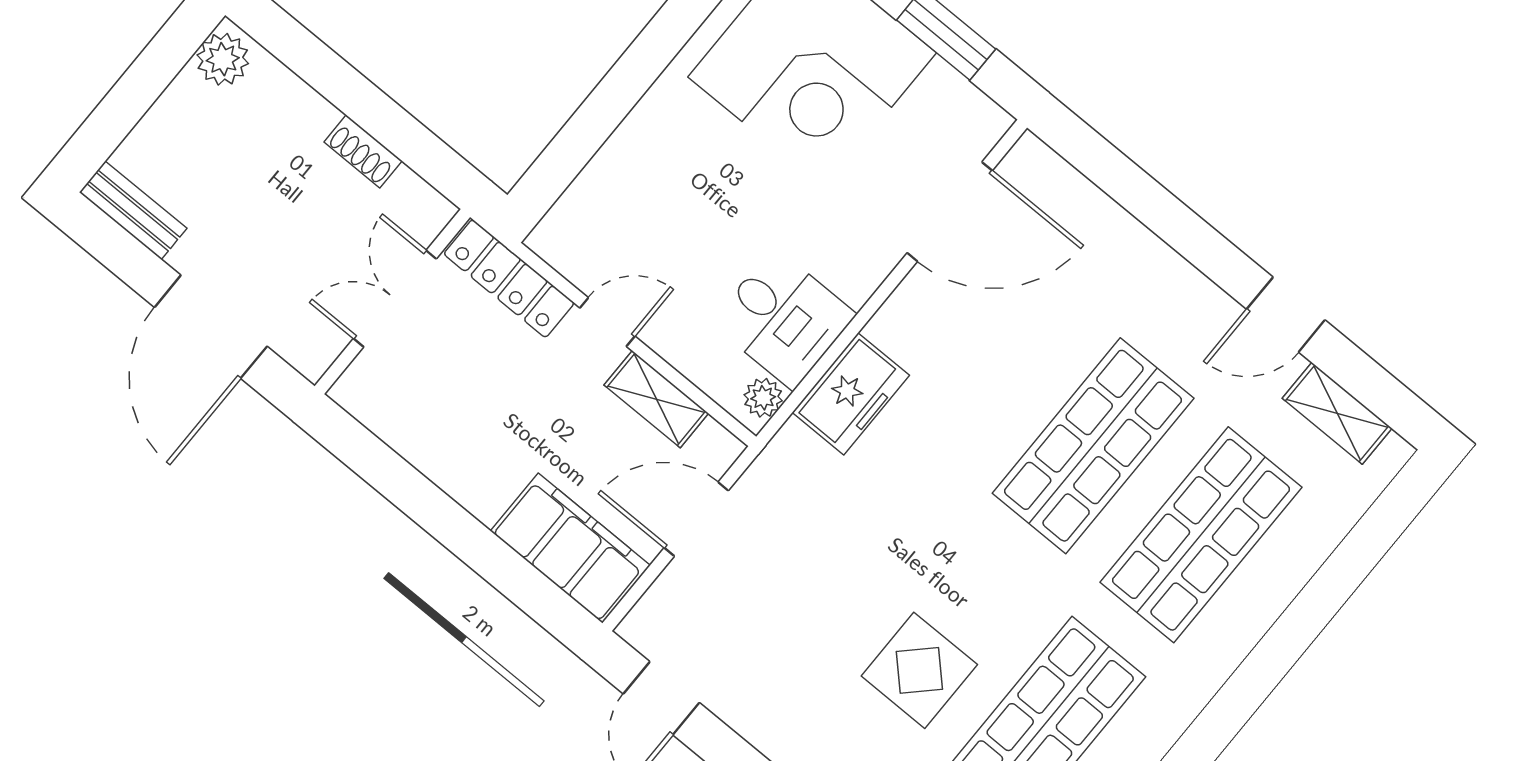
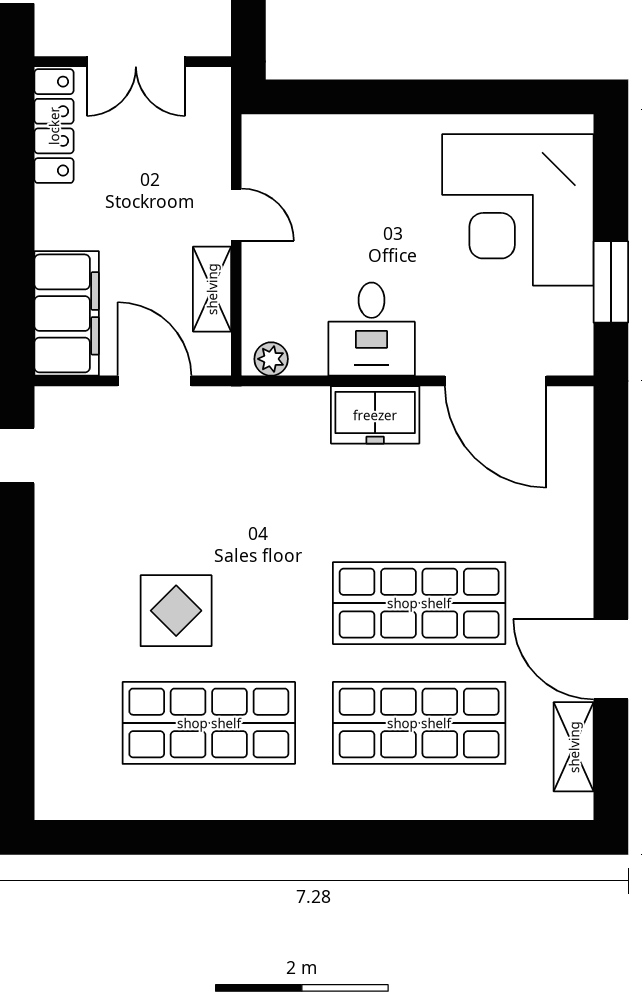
locker: (509, 278) -> (54, 126), moved, turned 180
double door: (395, 299) -> (136, 62), swing flipped
door: (1286, 315) -> (611, 659), width x1.38
desk: (783, 318) -> (372, 329), moved
freezer: (851, 394) -> (375, 415), moved

